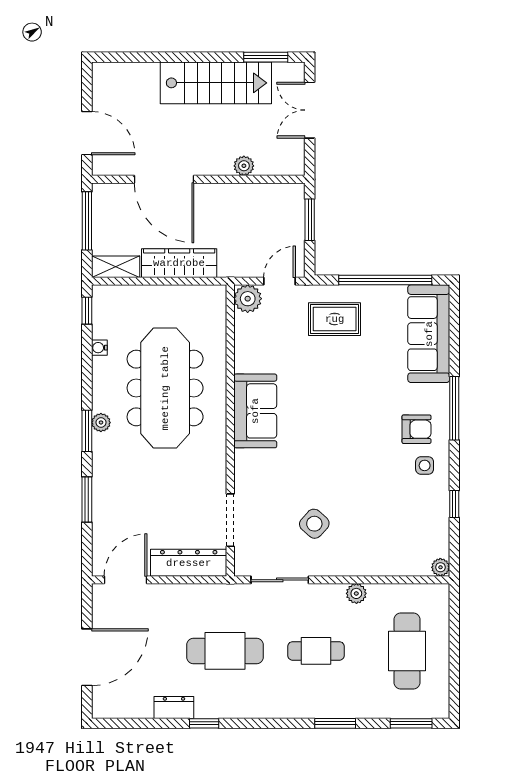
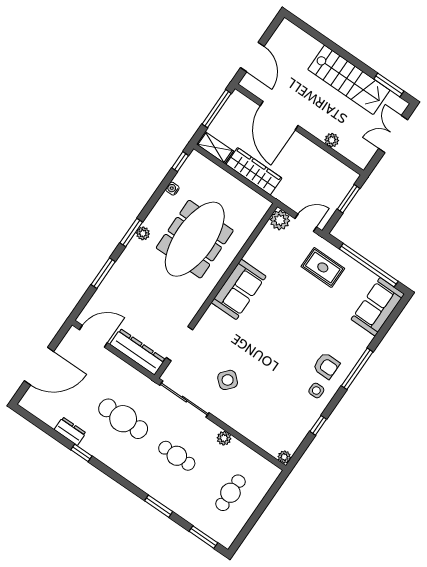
sofa: (429, 334) -> (378, 307), width x0.73
sliding door: (280, 580) -> (184, 399), width x1.37
cafe table: (407, 651) -> (230, 493), width x0.73, depth x0.74

